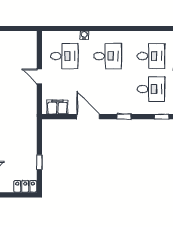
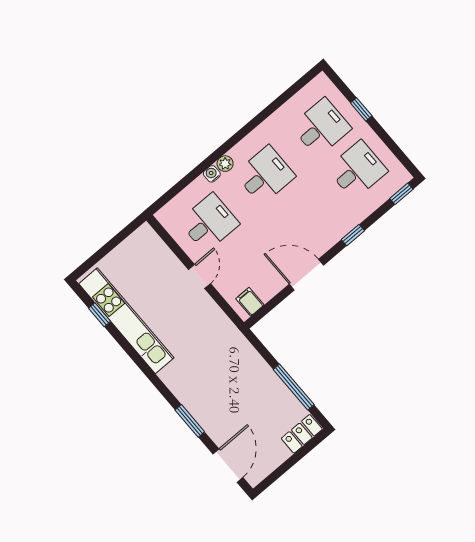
plant: (94, 36) -> (225, 164), added
door: (39, 77) -> (200, 276), swing flipped
filing cabinet: (58, 107) -> (250, 302), width x0.50
window: (39, 162) -> (294, 387), width x2.17

